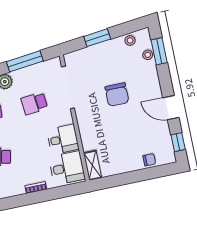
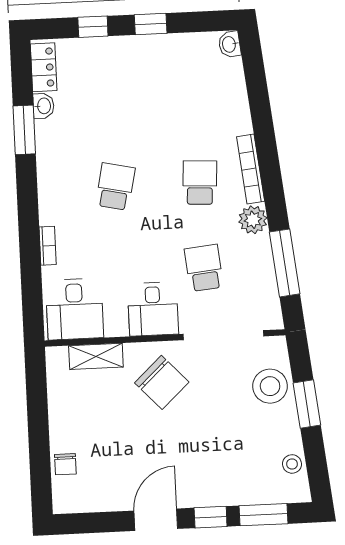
stool: (148, 55) -> (270, 386), moved, width x1.89, depth x1.89
chair: (117, 95) -> (162, 382), moved, turned -133
desk: (63, 139) -> (153, 309), moved
window: (178, 142) -> (211, 517), moved
shelving: (92, 165) -> (96, 356), moved

